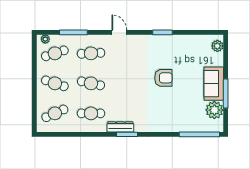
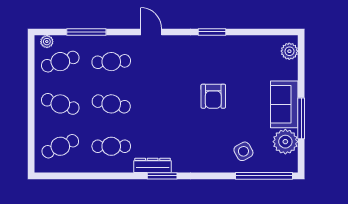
armchair: (163, 78) -> (213, 96), turned 90
side table: (185, 117) -> (243, 151), added

